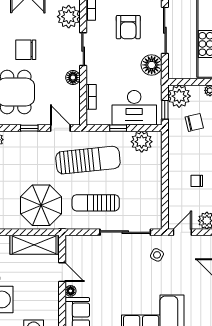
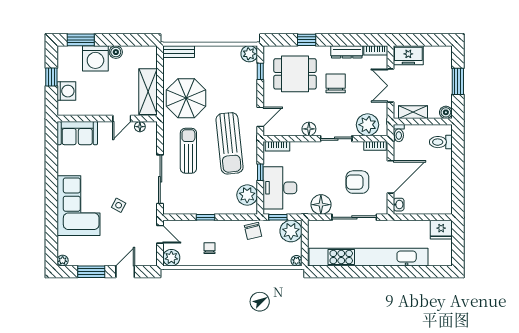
bookcase: (91, 97) -> (277, 146), moved
chair: (194, 122) -> (253, 231), moved
window: (29, 128) -> (260, 71), moved
window: (165, 185) -> (205, 217), added
side table: (157, 255) -> (119, 205), moved
floor lamp: (71, 291) -> (140, 127), moved

